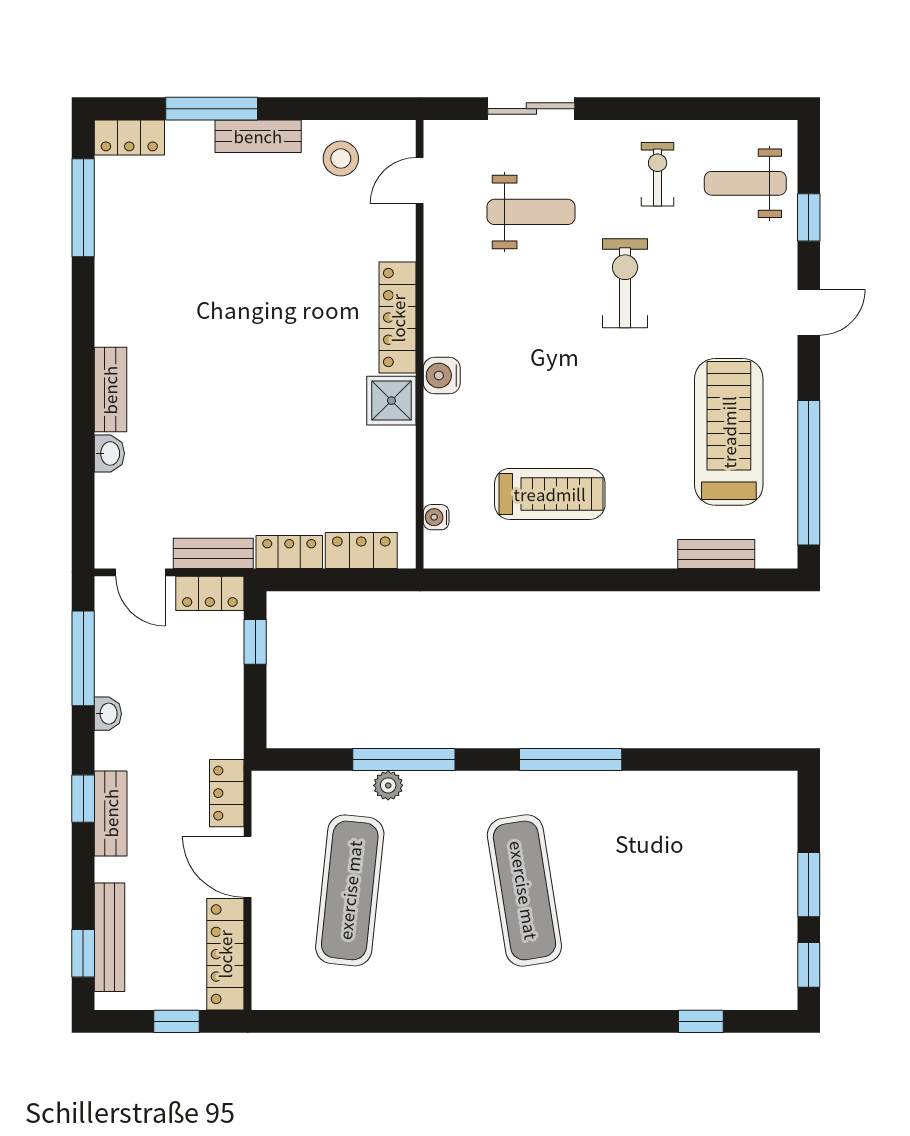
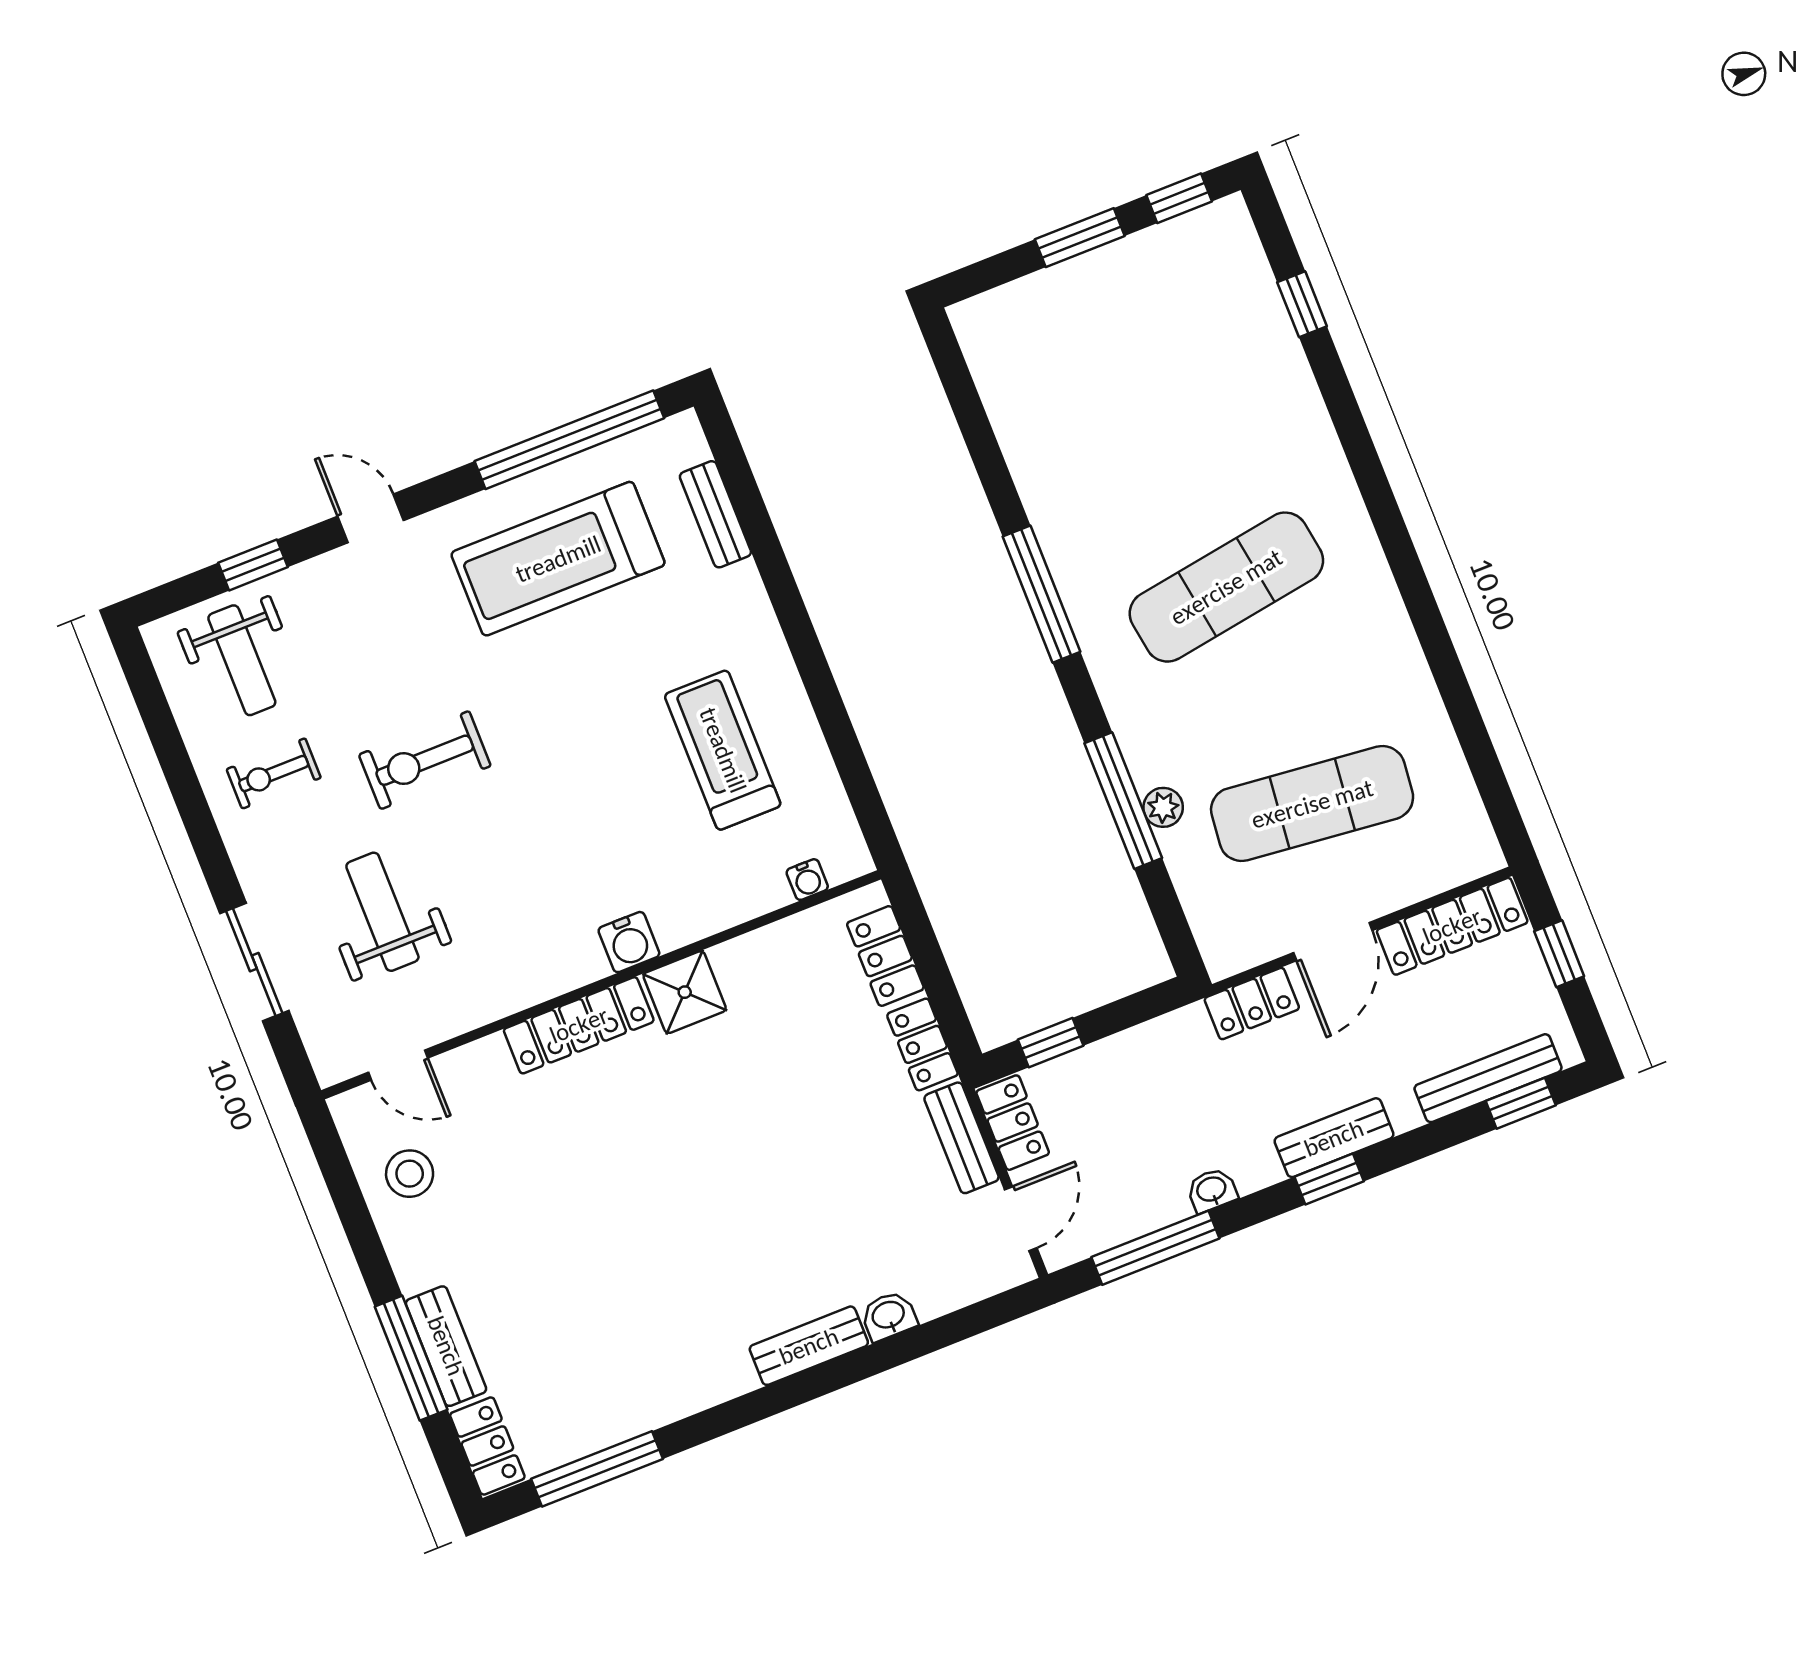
bench: (258, 136) -> (446, 1346), moved

